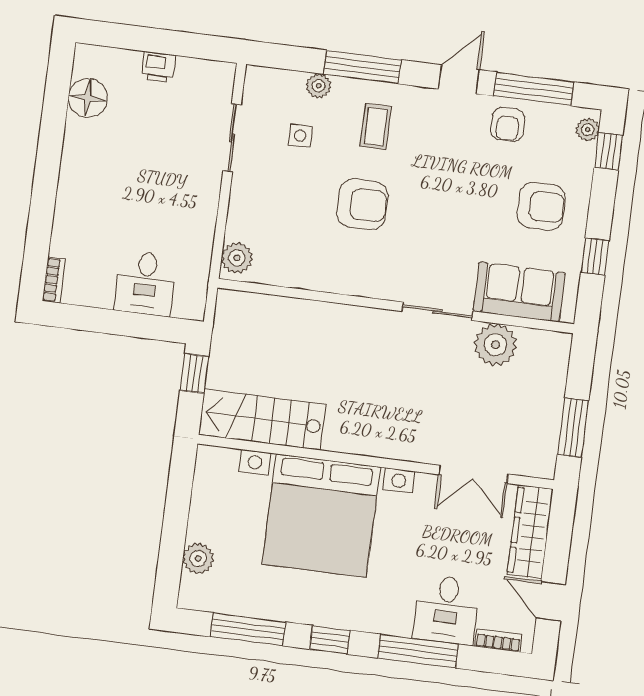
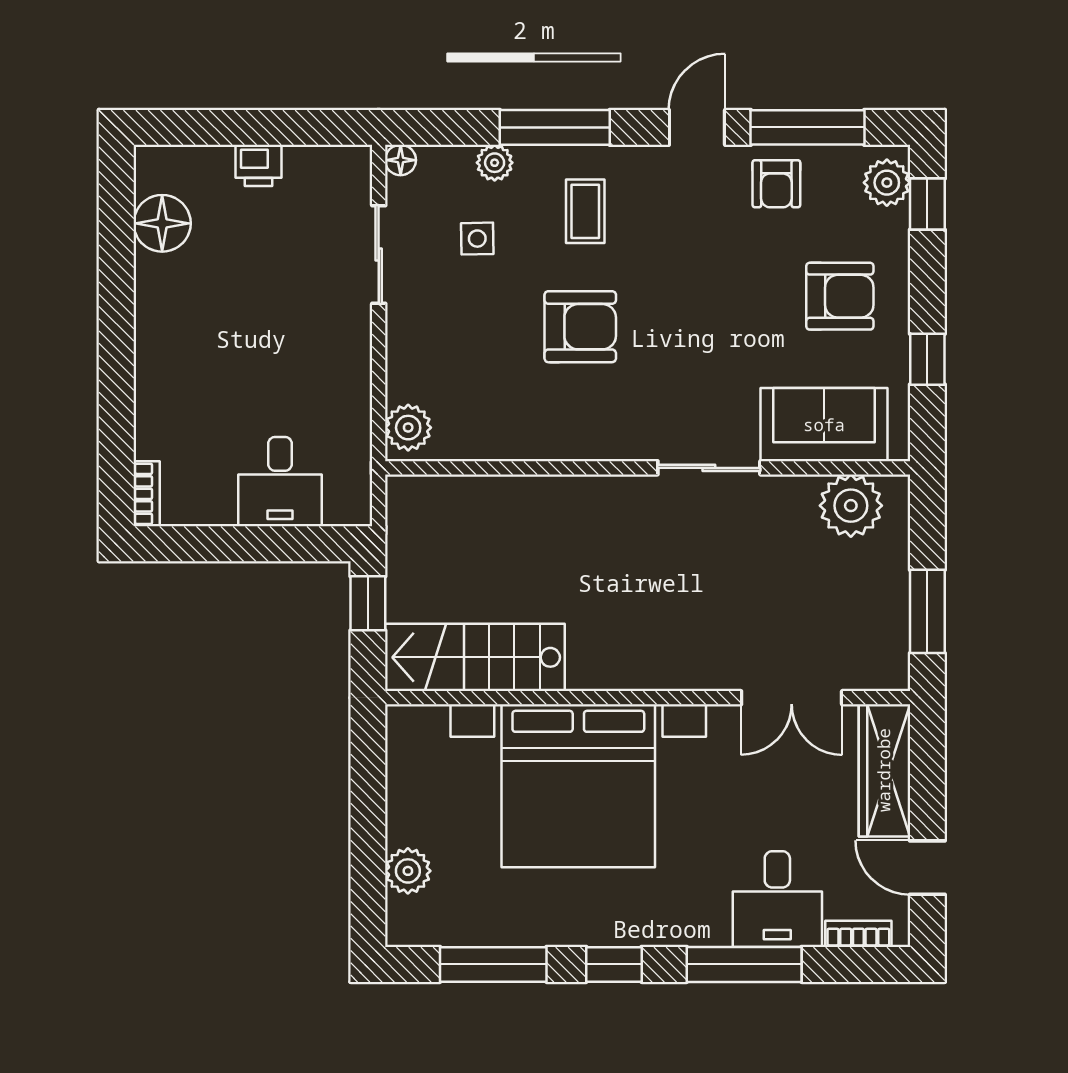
floor lamp: (255, 76) -> (401, 160), added
plant: (588, 130) -> (887, 183), width x1.38, depth x1.38
plant: (495, 345) -> (851, 506), moved

